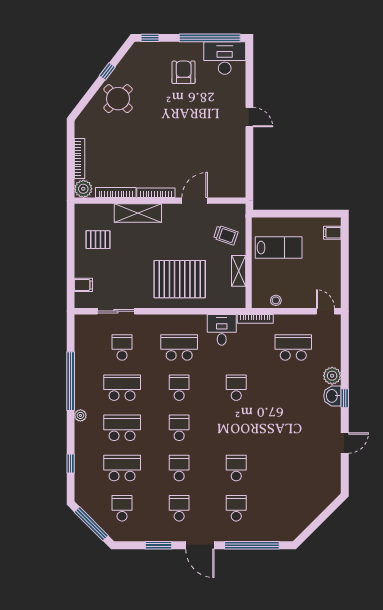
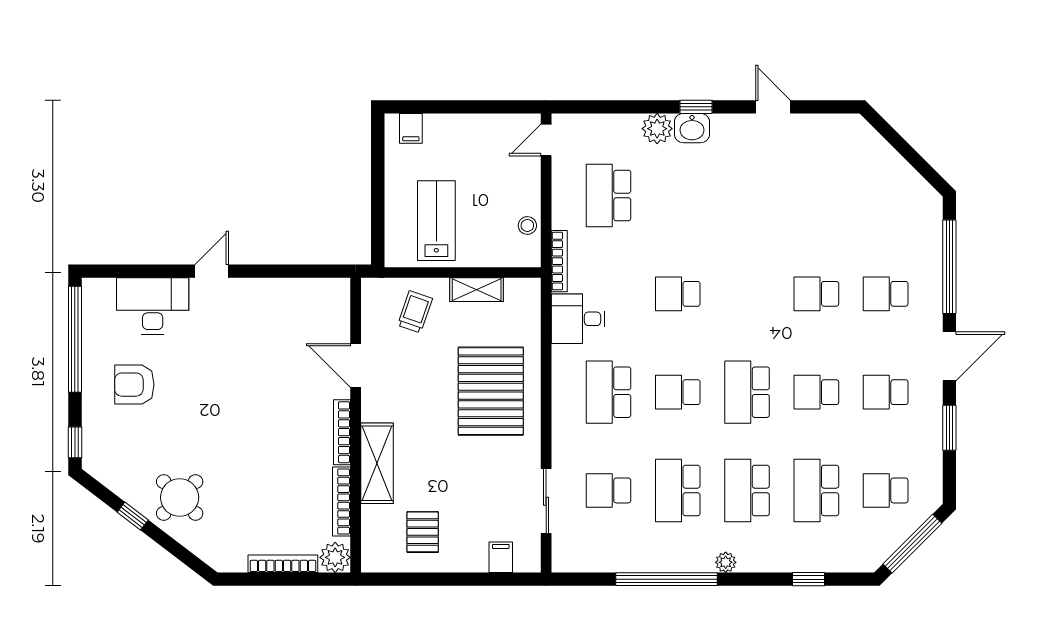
desk: (225, 58) -> (153, 306), moved, turned 90
school desk: (179, 428) -> (747, 392), width x1.85

